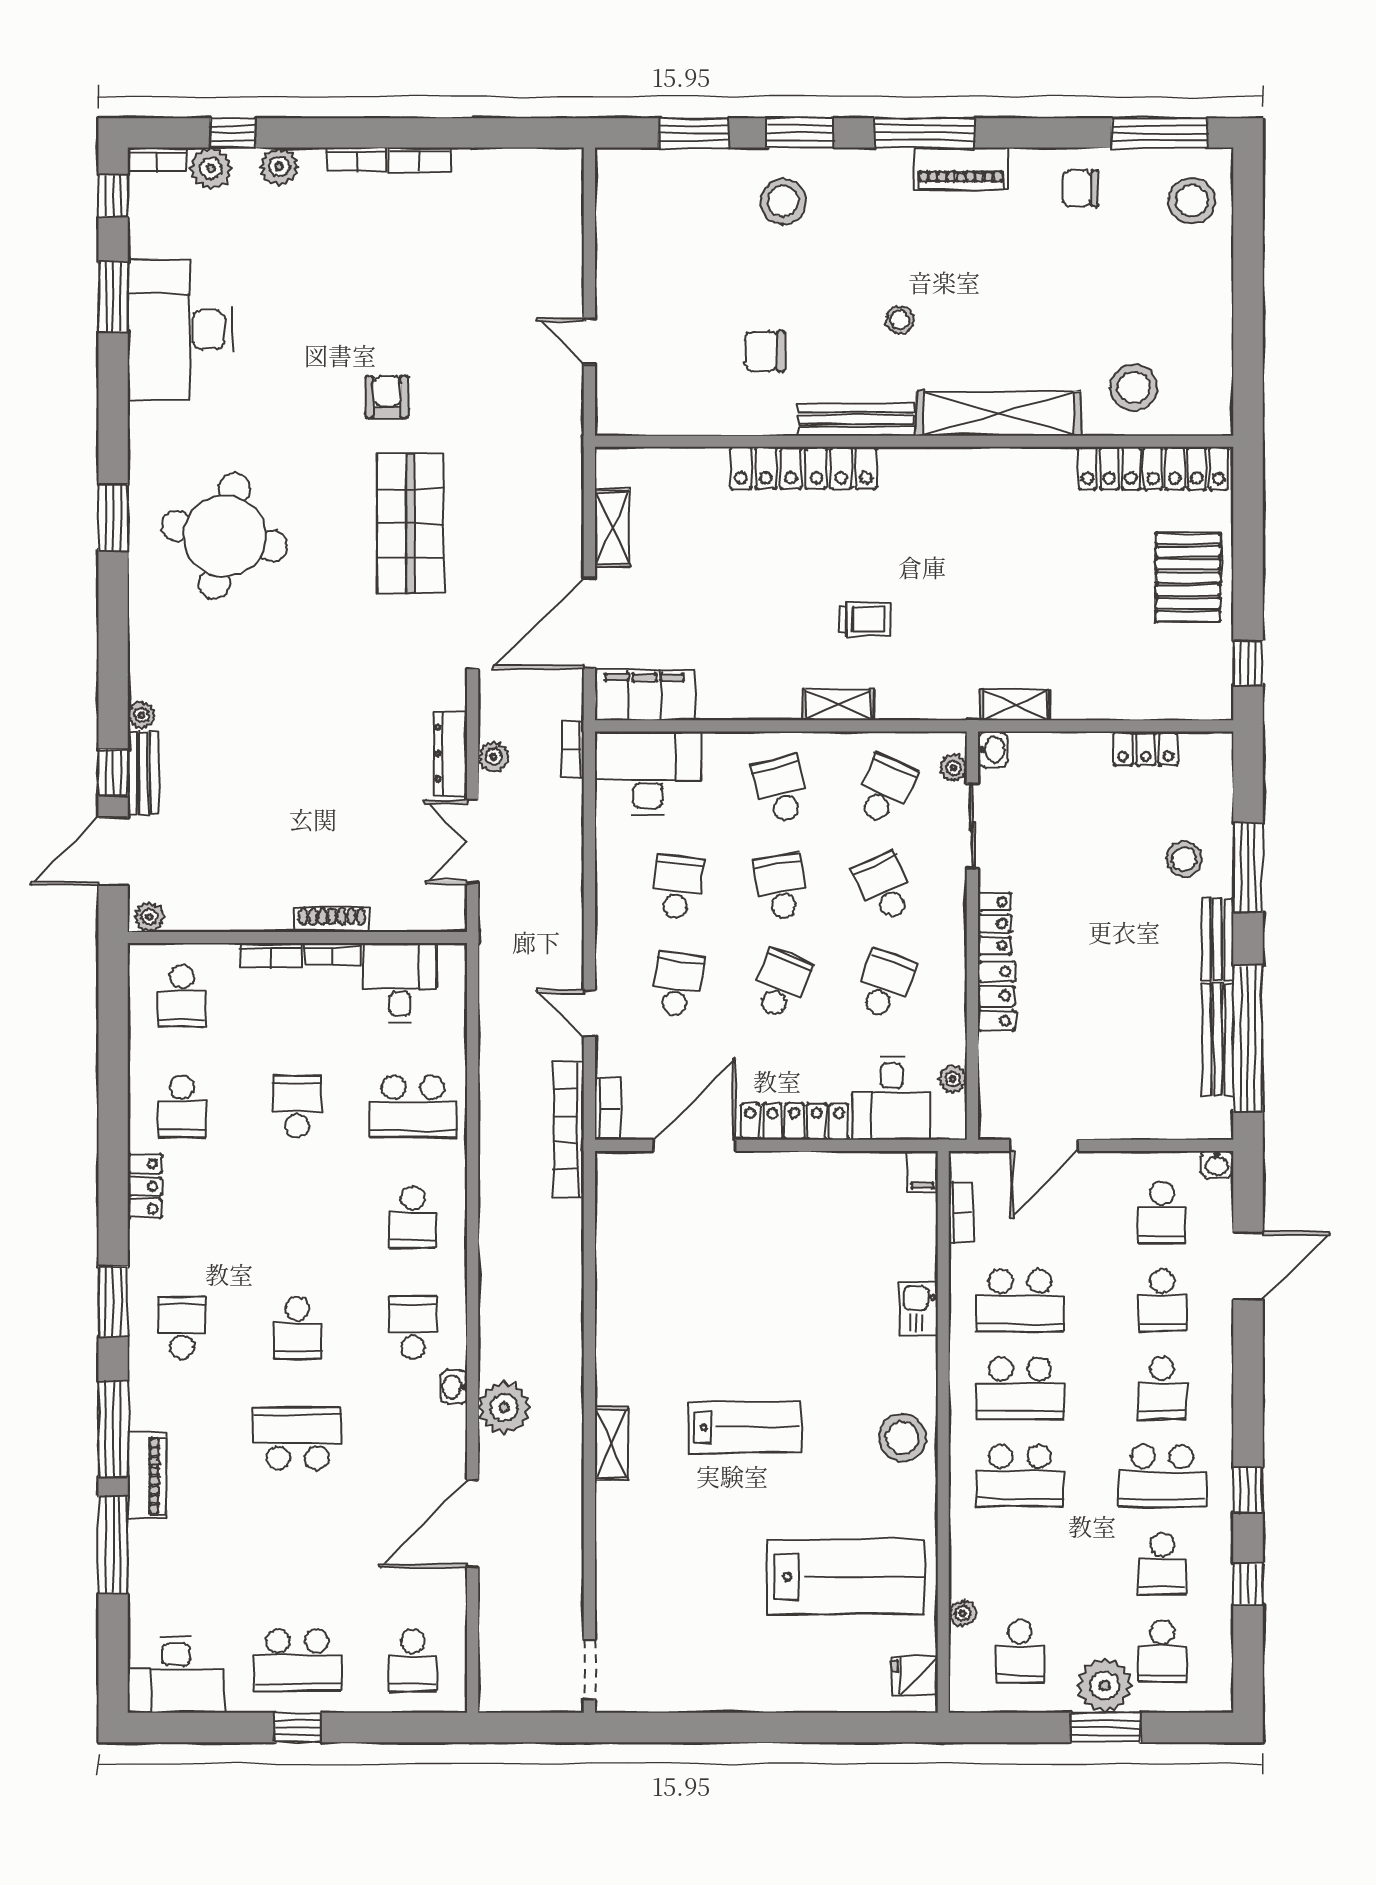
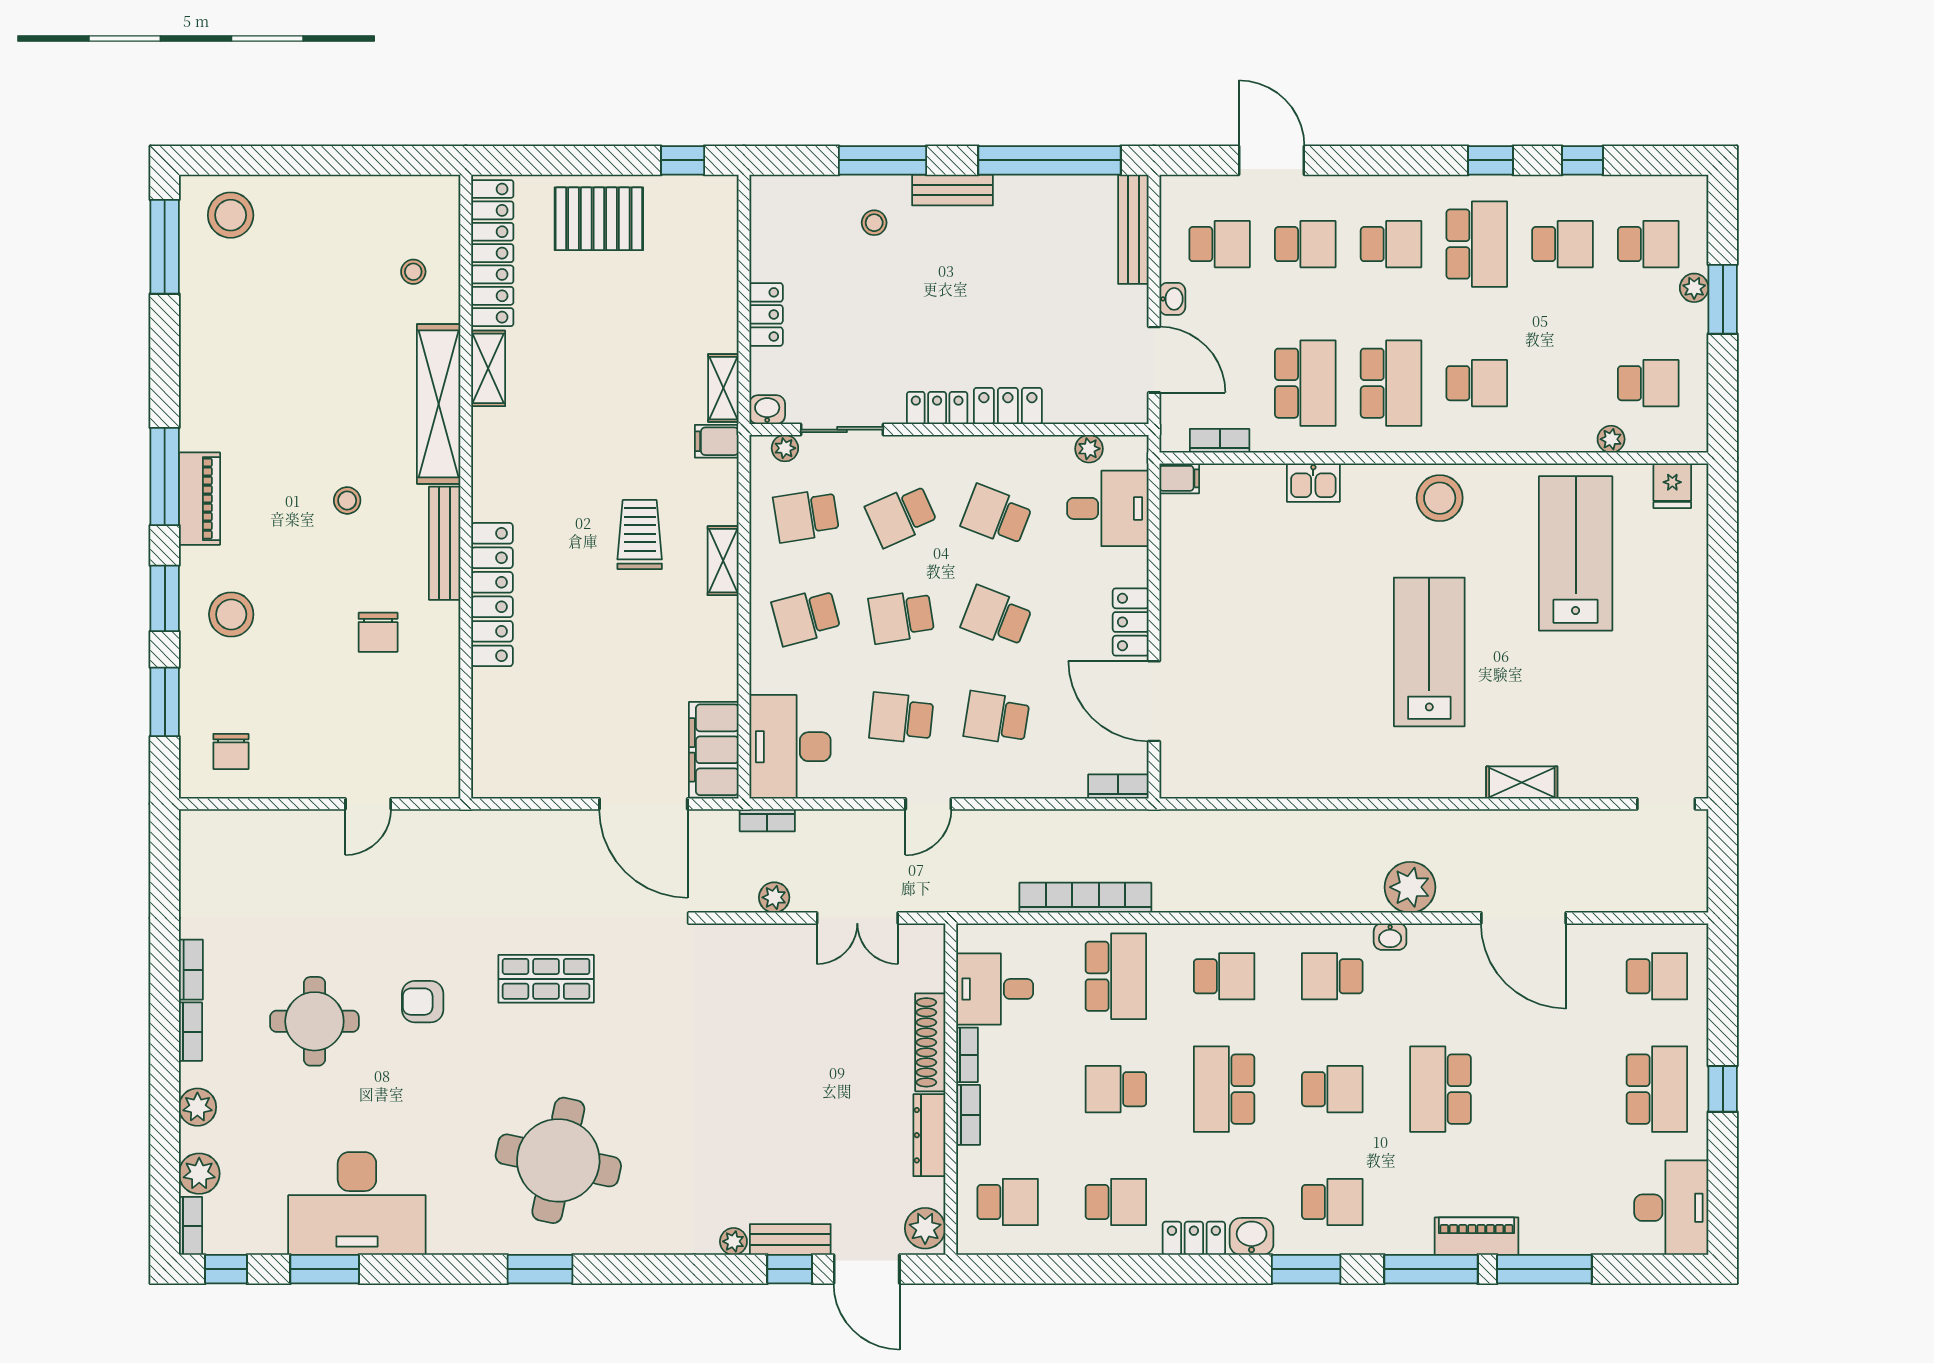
window: (233, 133) -> (165, 1152), removed
piano: (961, 169) -> (199, 499), moved
chair: (1080, 188) -> (231, 751), moved
round table: (367, 286) -> (314, 1021), added
stool: (1134, 387) -> (413, 272), width x0.53, depth x0.53
shop shelf: (410, 523) -> (546, 979), width x0.70, depth x0.74
shelving: (612, 528) -> (488, 368), moved, turned 90
trolley: (865, 619) -> (640, 535), width x1.36, depth x1.39
filing cabinet: (960, 698) -> (717, 441), added
locker: (1146, 748) -> (766, 314), moved
dresser: (451, 753) -> (929, 1135), moved, turned 90
school desk: (885, 789) -> (806, 515), turned -33
stool: (1184, 859) -> (874, 223), width x0.73, depth x0.73
plant: (149, 917) -> (925, 1228), width x1.38, depth x1.38
shoe rack: (332, 919) -> (930, 1042), width x1.36, depth x1.24
door: (589, 1014) -> (928, 804), moved
bench: (1218, 1039) -> (1133, 229), moved, turned 90
locker: (795, 1122) -> (1131, 622), width x0.66
bookcase: (569, 1130) -> (1085, 898), moved, turned 180
washbasin: (1217, 1164) -> (1172, 299), moved
school desk: (297, 1217) -> (1224, 1089), added
washbasin: (147, 1245) -> (1252, 1236), added
school desk: (182, 1328) -> (1332, 1202), turned 180
lab bench: (745, 1427) -> (1429, 652), width x1.36, depth x1.39
shelving: (611, 1444) -> (1522, 782), moved
school desk: (1020, 1476) -> (1477, 383), width x0.54
plant: (1105, 1685) -> (1694, 288), width x0.53, depth x0.53

